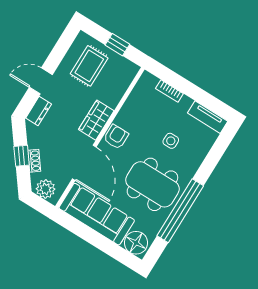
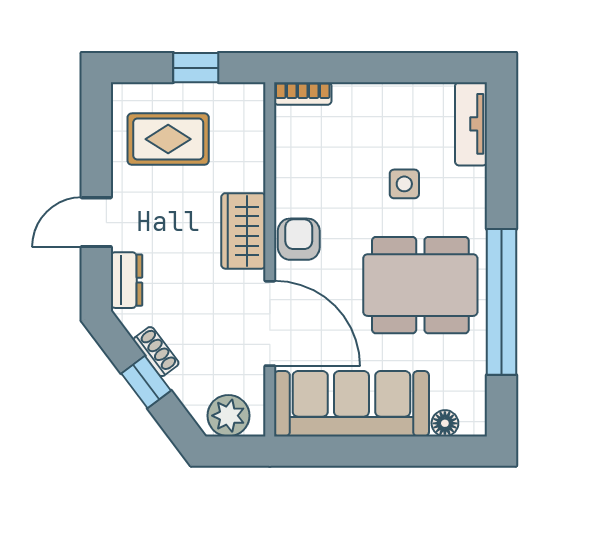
rug: (89, 66) -> (168, 139), turned 90
bookcase: (169, 91) -> (303, 94), moved
tv unit: (208, 117) -> (471, 124), moved, turned 90
shoe rack: (34, 161) -> (156, 352), moved
floor lamp: (136, 243) -> (445, 423), width x0.53, depth x0.53

